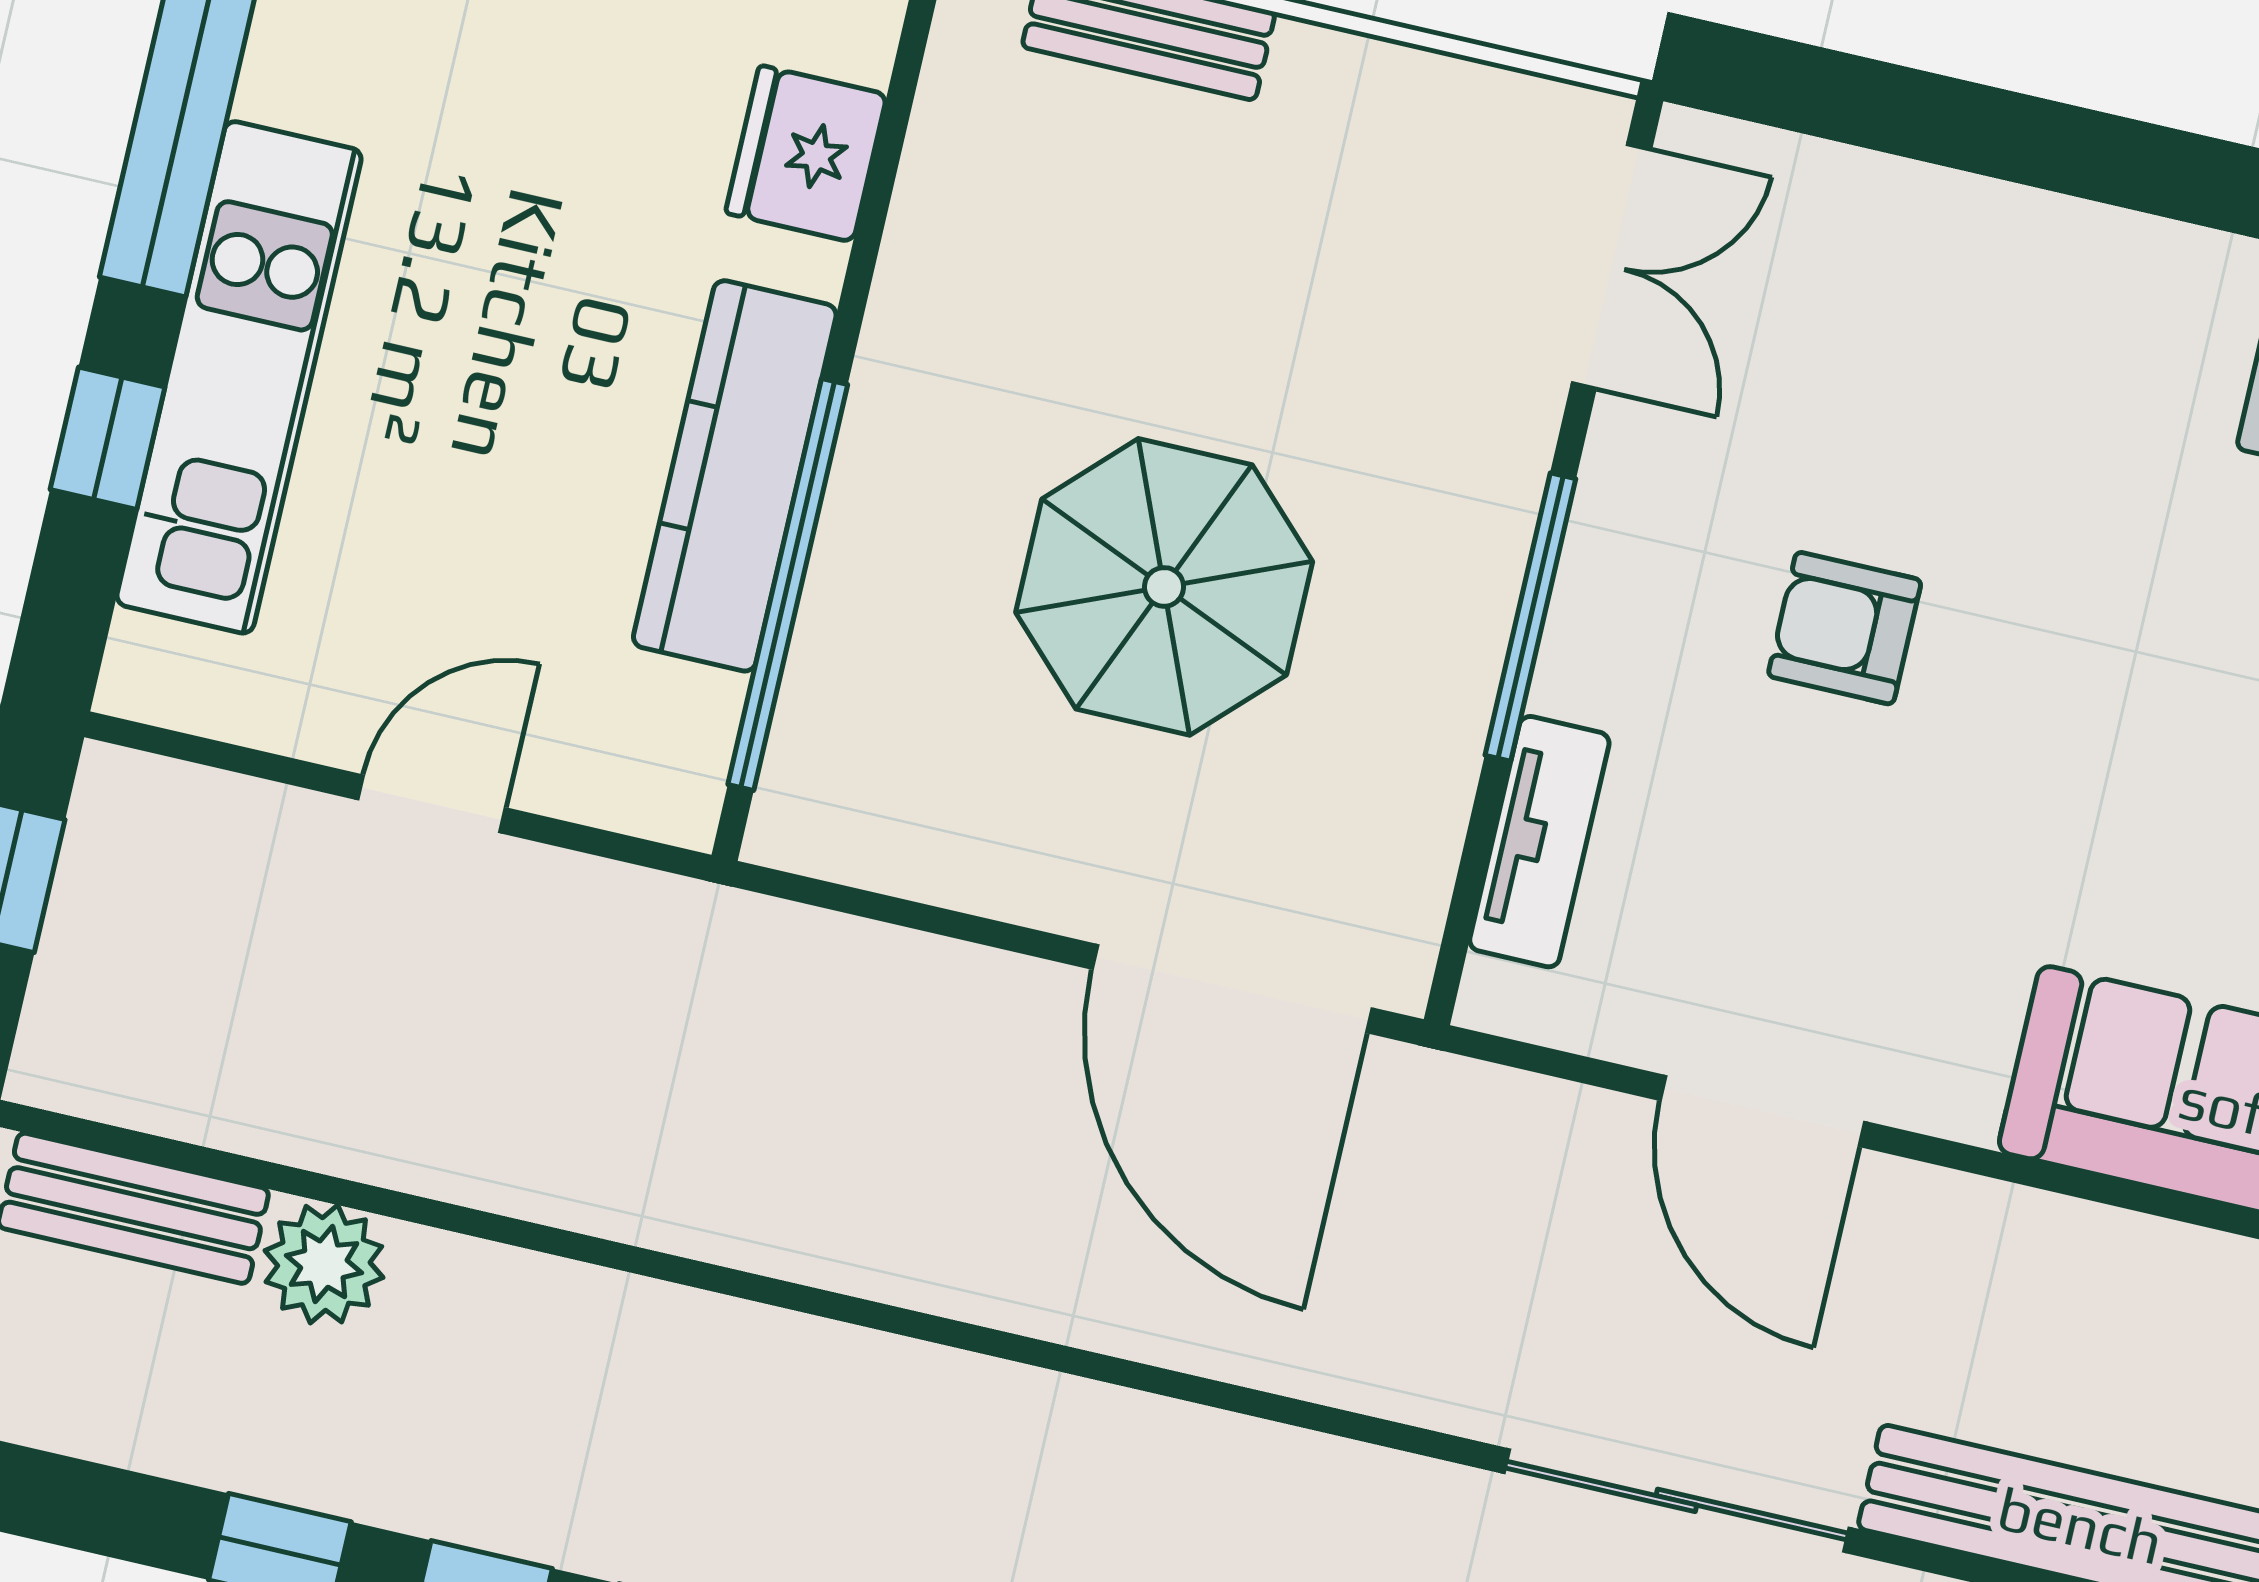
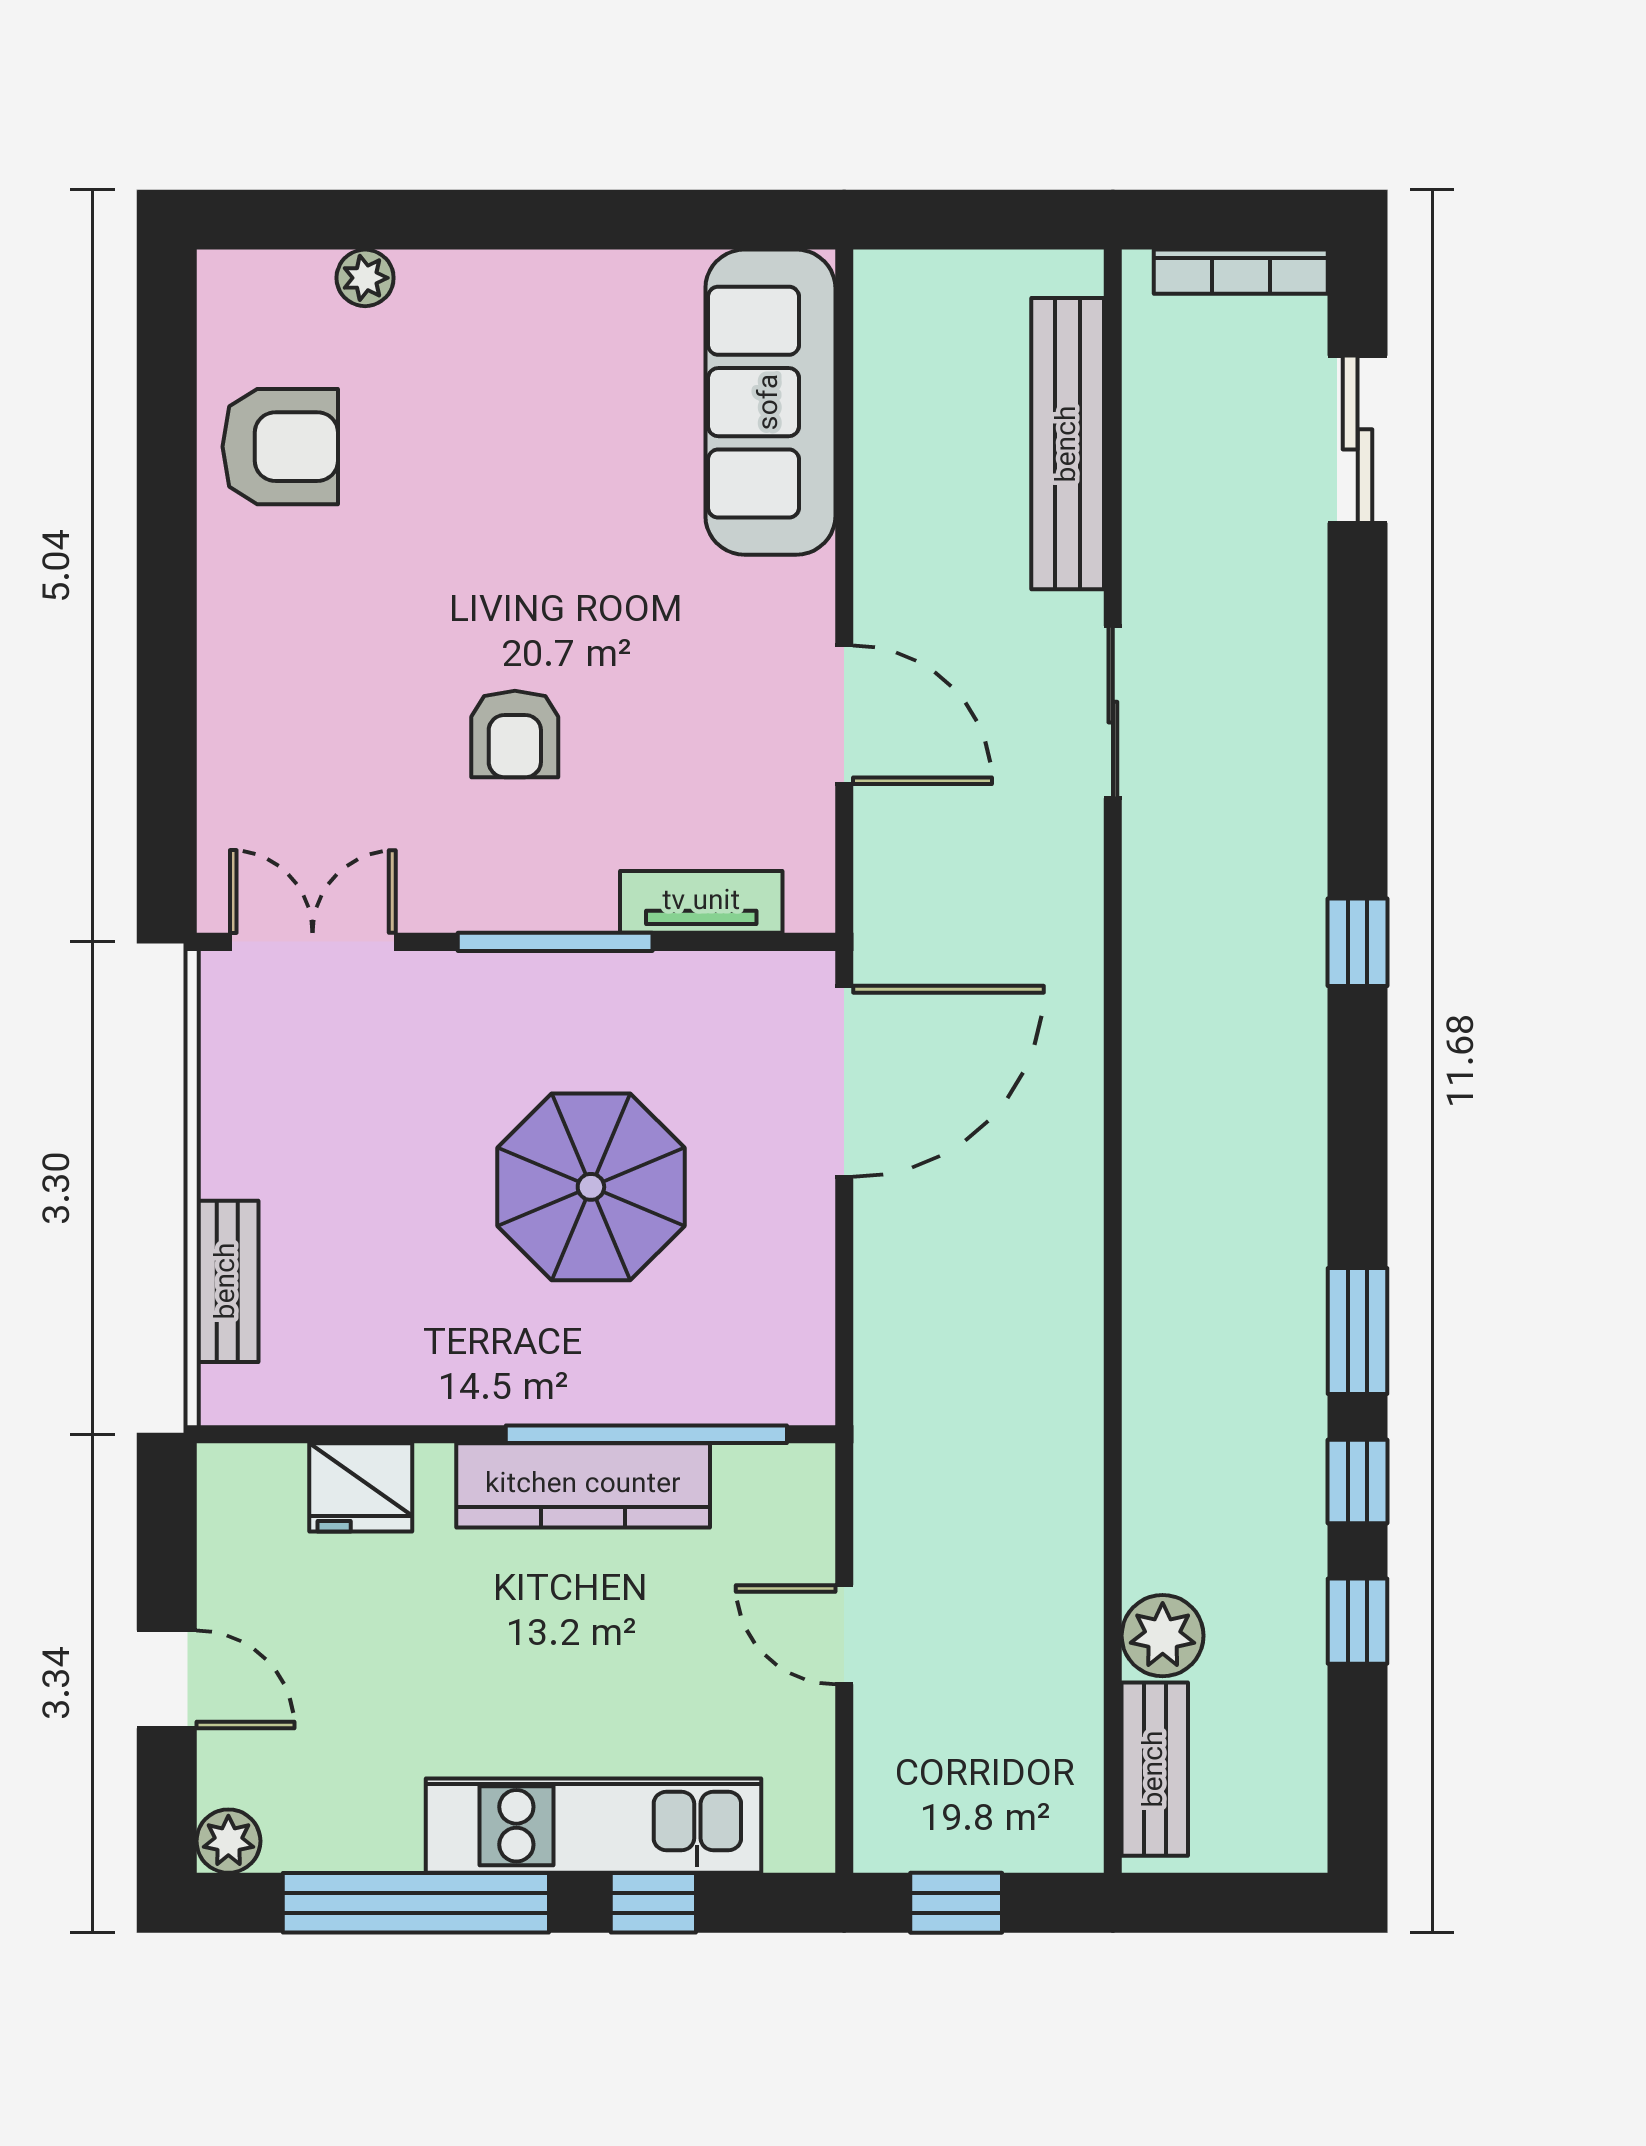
door: (1762, 1111) -> (844, 715), hinge flipped
sliding door: (1676, 1500) -> (1113, 712), width x0.73

